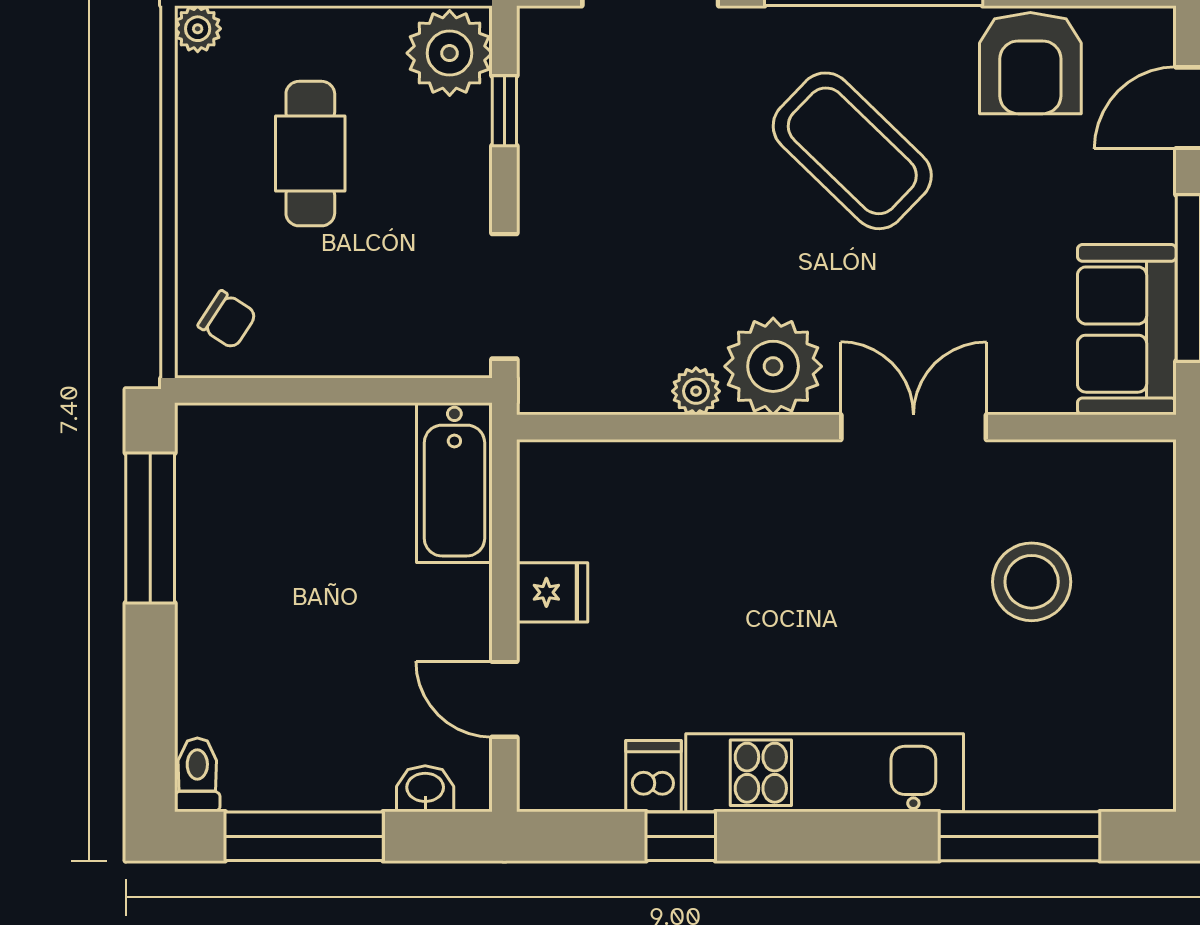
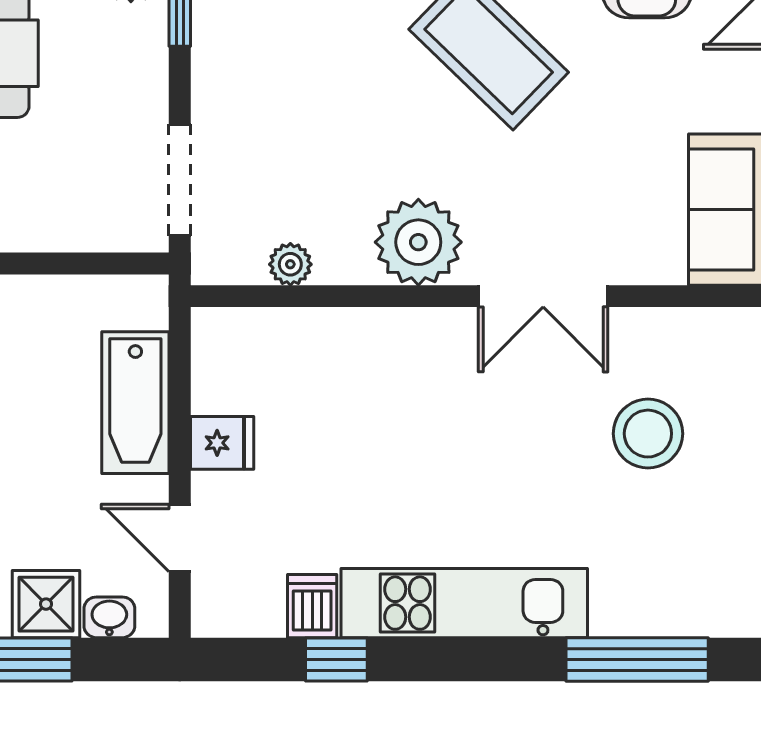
plant: (696, 391) -> (290, 264), moved
double door: (914, 427) -> (543, 296), swing flipped
bathtub: (454, 483) -> (135, 403), moved
shower: (354, 774) -> (46, 604), added

